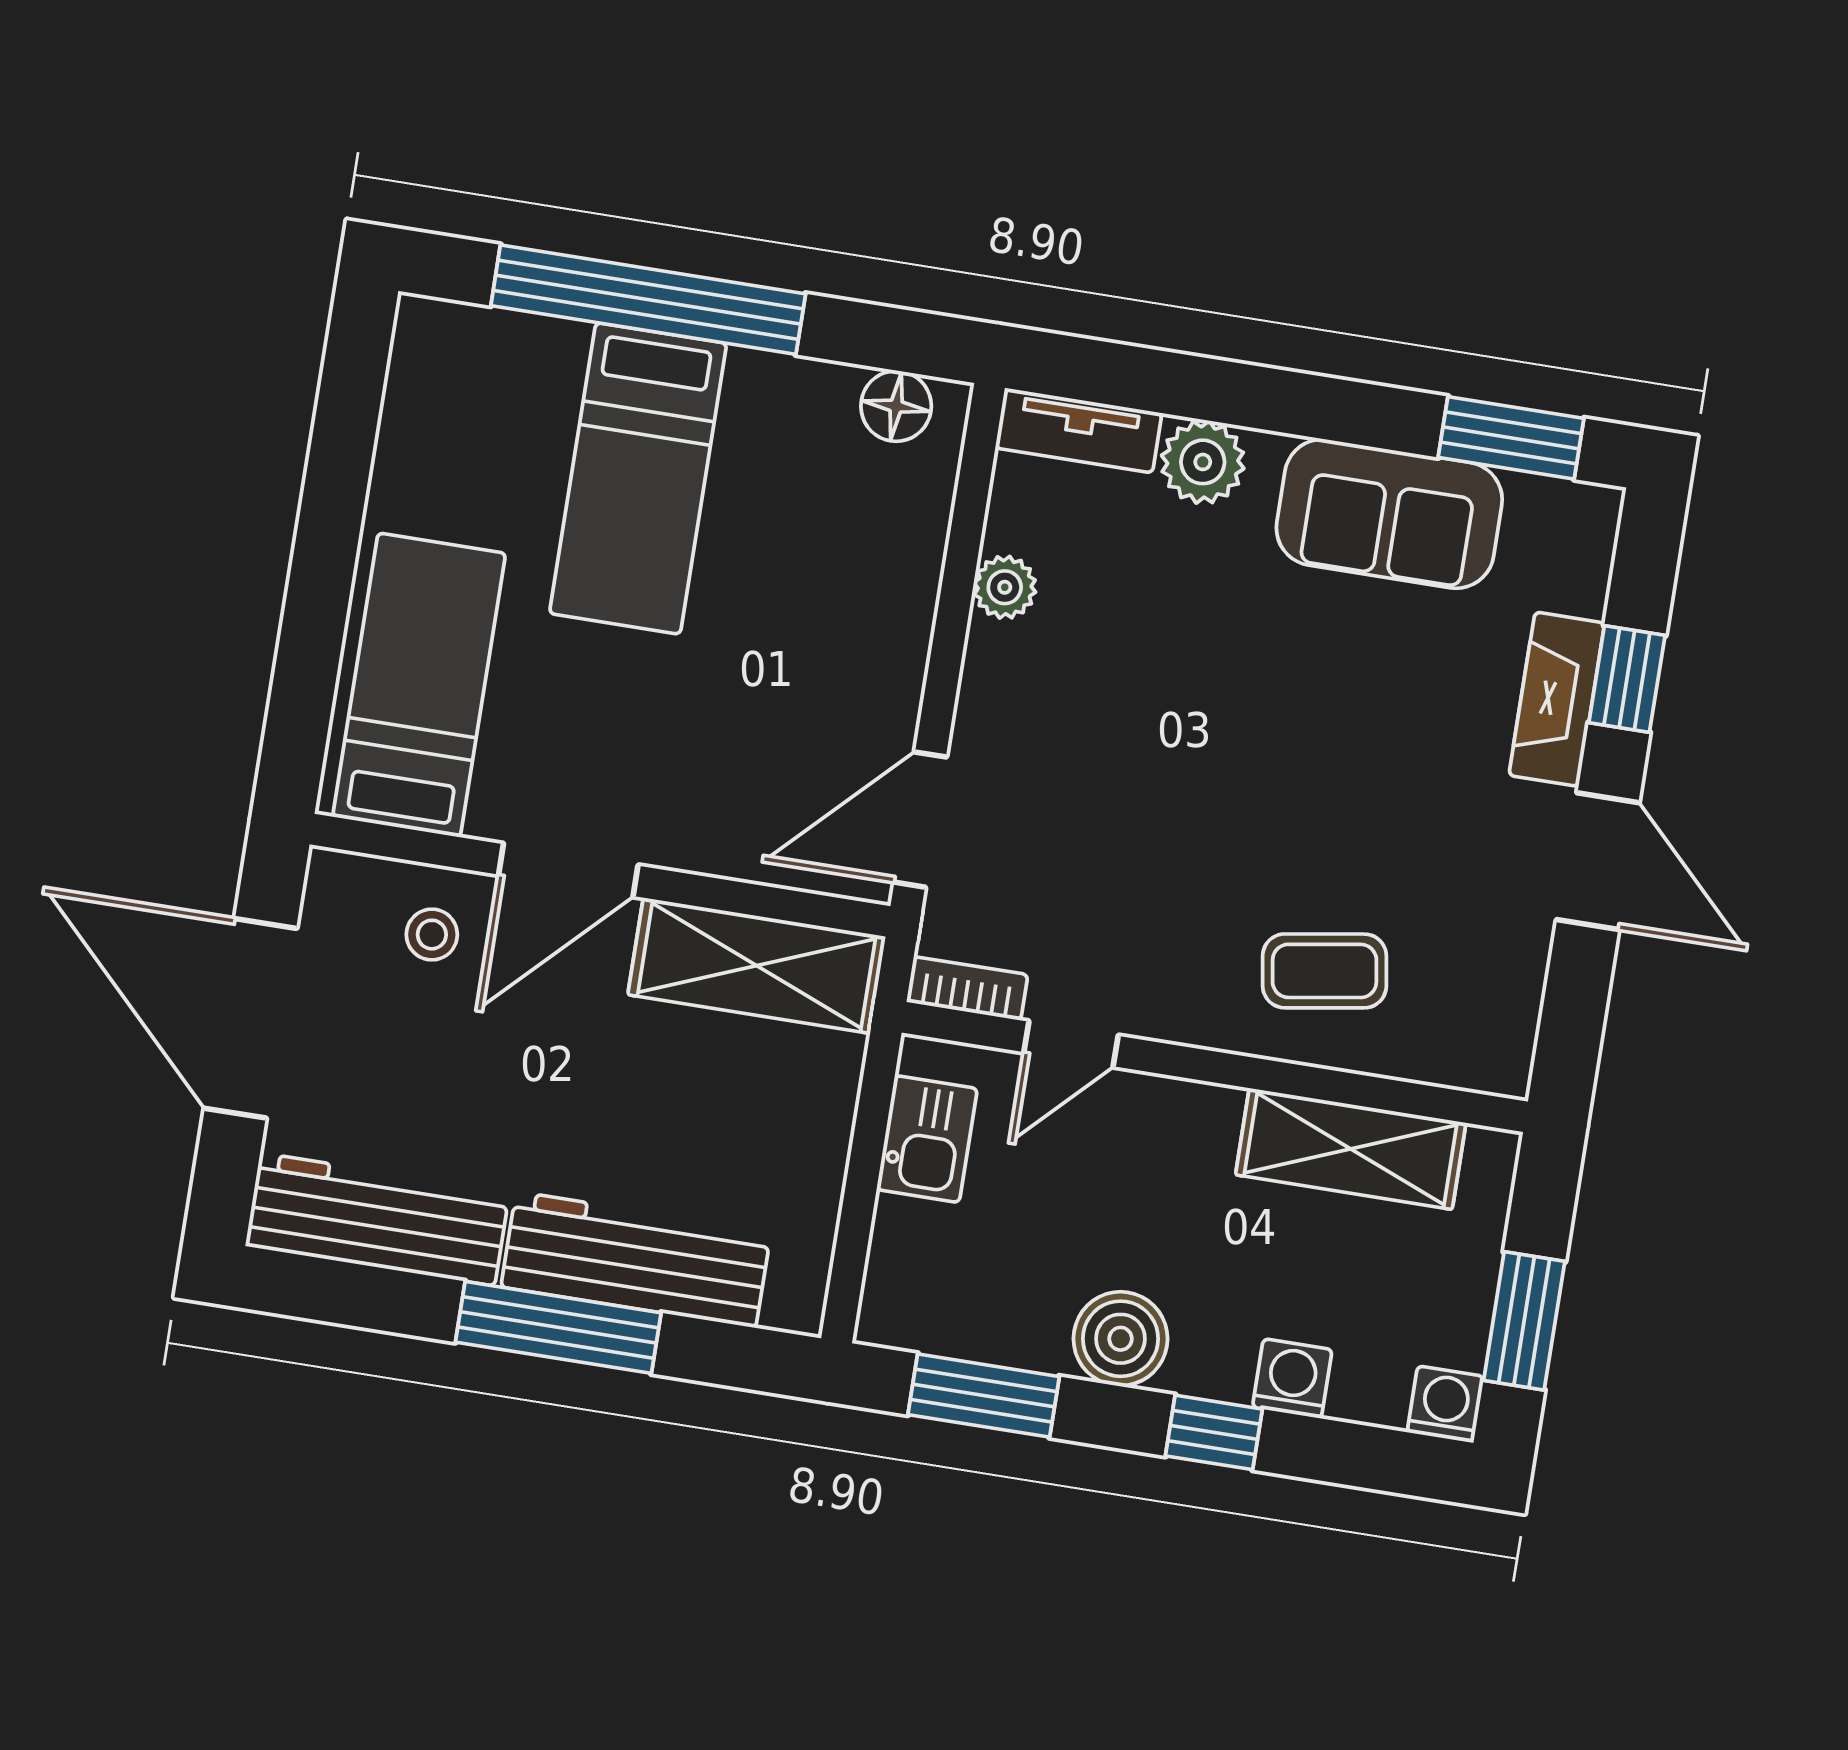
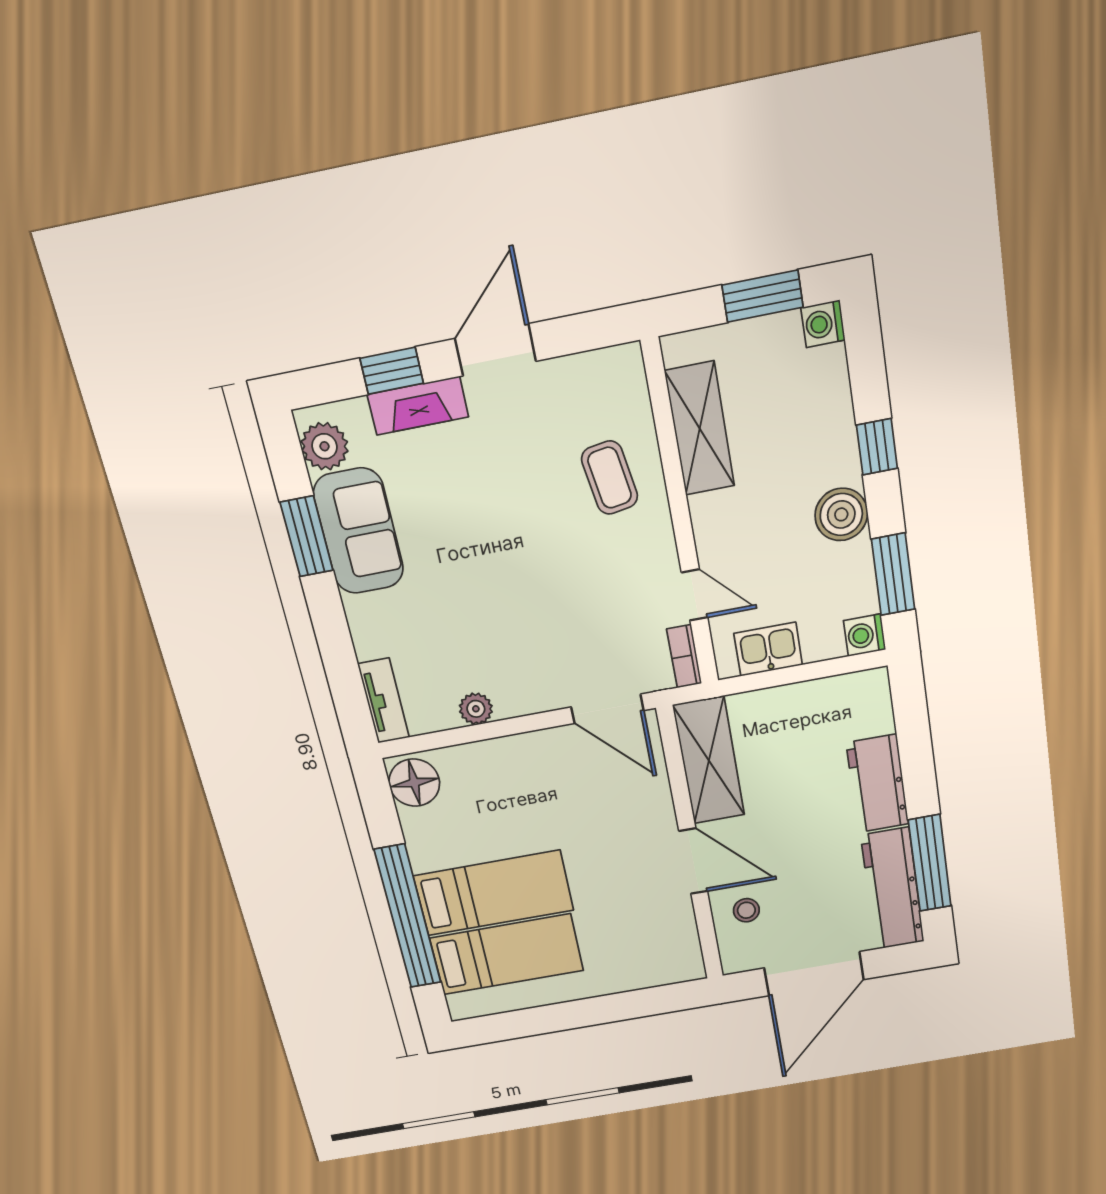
floor lamp: (896, 406) -> (414, 783), width x1.38, depth x1.38
window: (1511, 438) -> (307, 536), moved
plant: (1203, 462) -> (324, 446), moved
bed: (419, 685) -> (507, 954), moved, turned 180
workbench: (636, 1260) -> (878, 784), width x0.73
window: (558, 1327) -> (930, 863), moved
washing machine: (1292, 1379) -> (865, 635), moved

